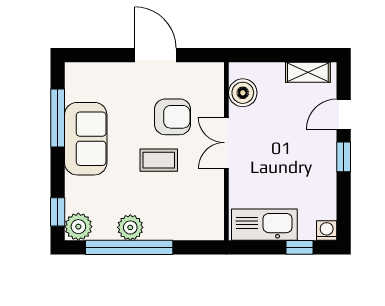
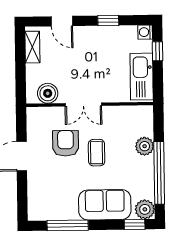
sofa: (86, 139) -> (105, 205), moved
window: (344, 157) -> (108, 20), moved
plant: (130, 227) -> (145, 146), moved

